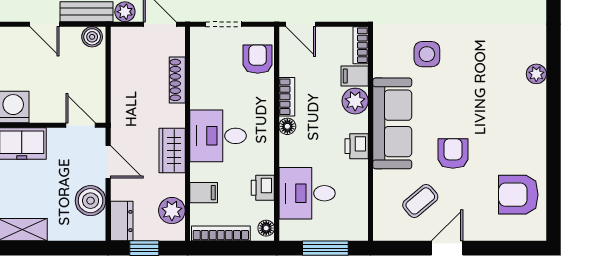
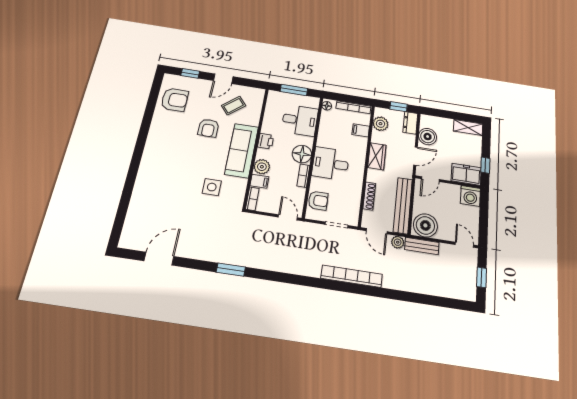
door: (44, 24) -> (464, 245), moved
boiler: (92, 37) -> (425, 225), width x1.86, depth x1.86
armchair: (258, 59) -> (318, 201), turned -90
bench: (122, 73) -> (403, 205), added
plant: (536, 74) -> (146, 165), removed
door: (81, 125) -> (430, 179), hinge flipped
floor lamp: (287, 126) -> (302, 154), width x1.89, depth x1.89
desk: (218, 136) -> (331, 164), moved, turned 180
door: (108, 162) -> (416, 156), swing flipped
printer: (263, 188) -> (326, 127), removed
window: (504, 248) -> (190, 73), added

